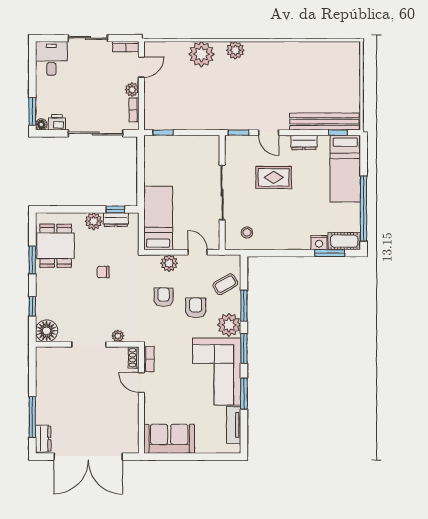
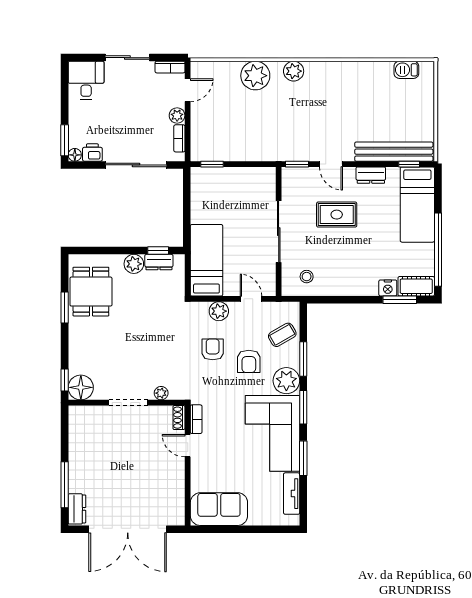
barbecue: (335, 49) -> (406, 70), added
chair: (103, 272) -> (144, 321), removed
window: (32, 306) -> (65, 380), moved
armchair: (196, 308) -> (249, 361), turned 180

